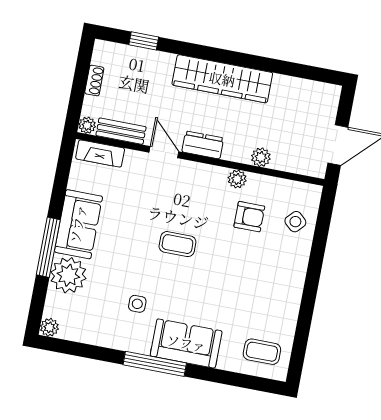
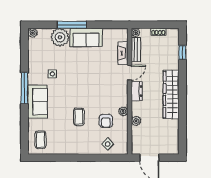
fireplace: (100, 153) -> (123, 53), moved
coffee table: (177, 244) -> (79, 117), moved

